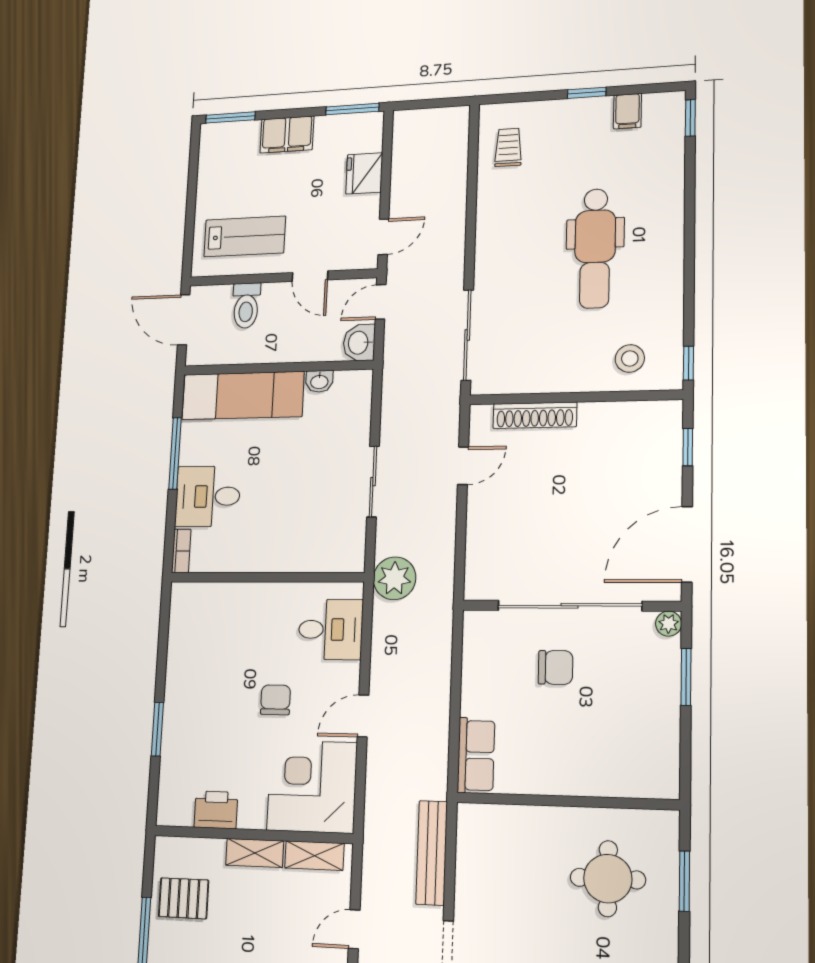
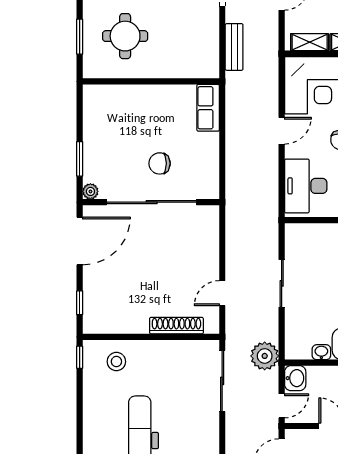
plant: (394, 578) -> (265, 356), moved
desk: (331, 629) -> (306, 186), width x1.37
bench: (432, 853) -> (234, 47), width x0.73

